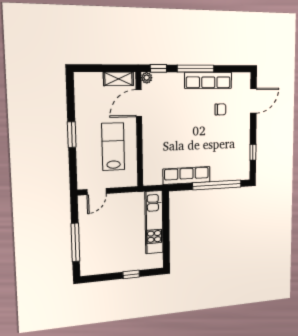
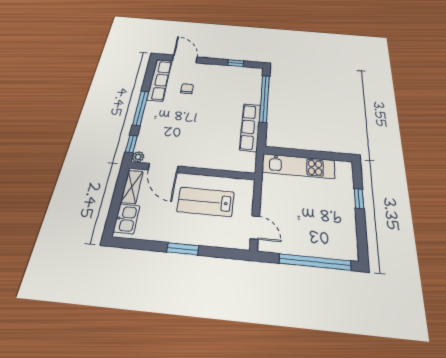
row of seats: (208, 80) -> (160, 80), moved
kitchen sink: (90, 81) -> (127, 219), added
window: (75, 242) -> (315, 262), width x1.46

